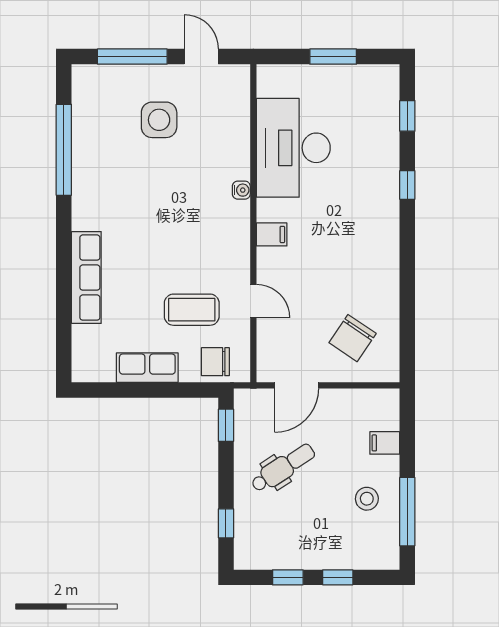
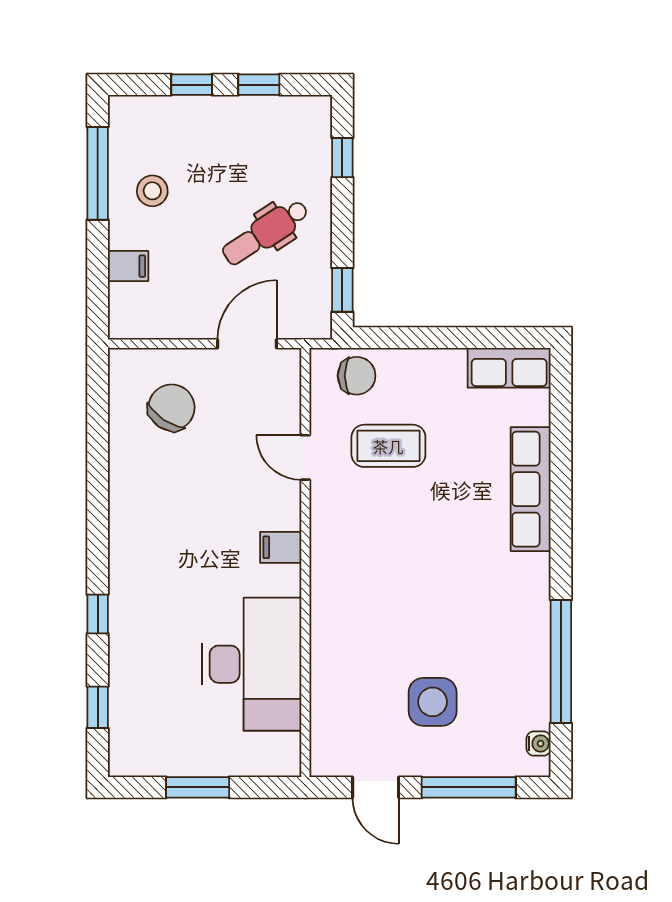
water cooler: (241, 190) -> (539, 744), moved, turned 180
row of seats: (147, 368) -> (509, 368), moved

